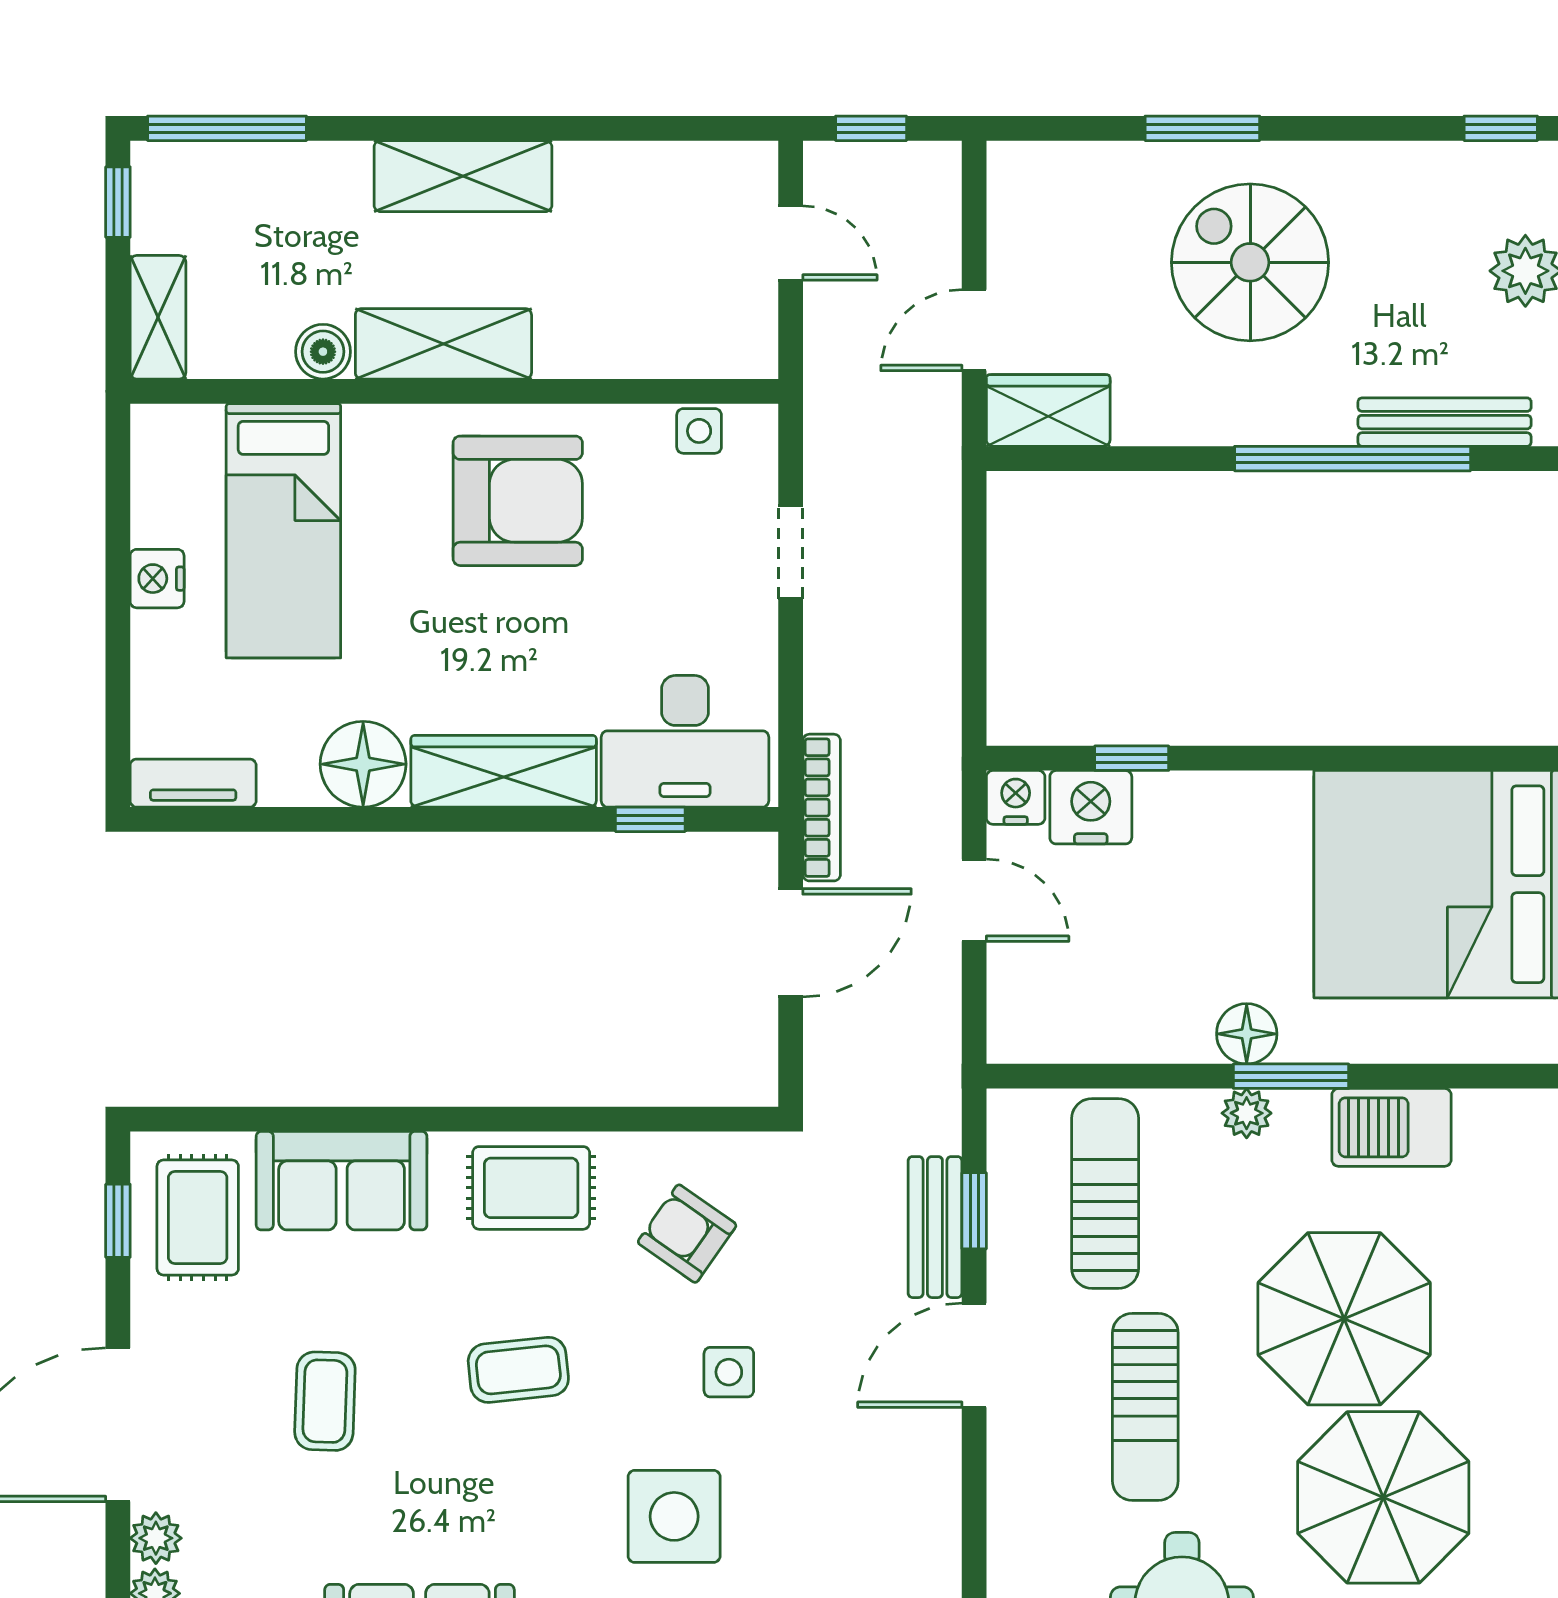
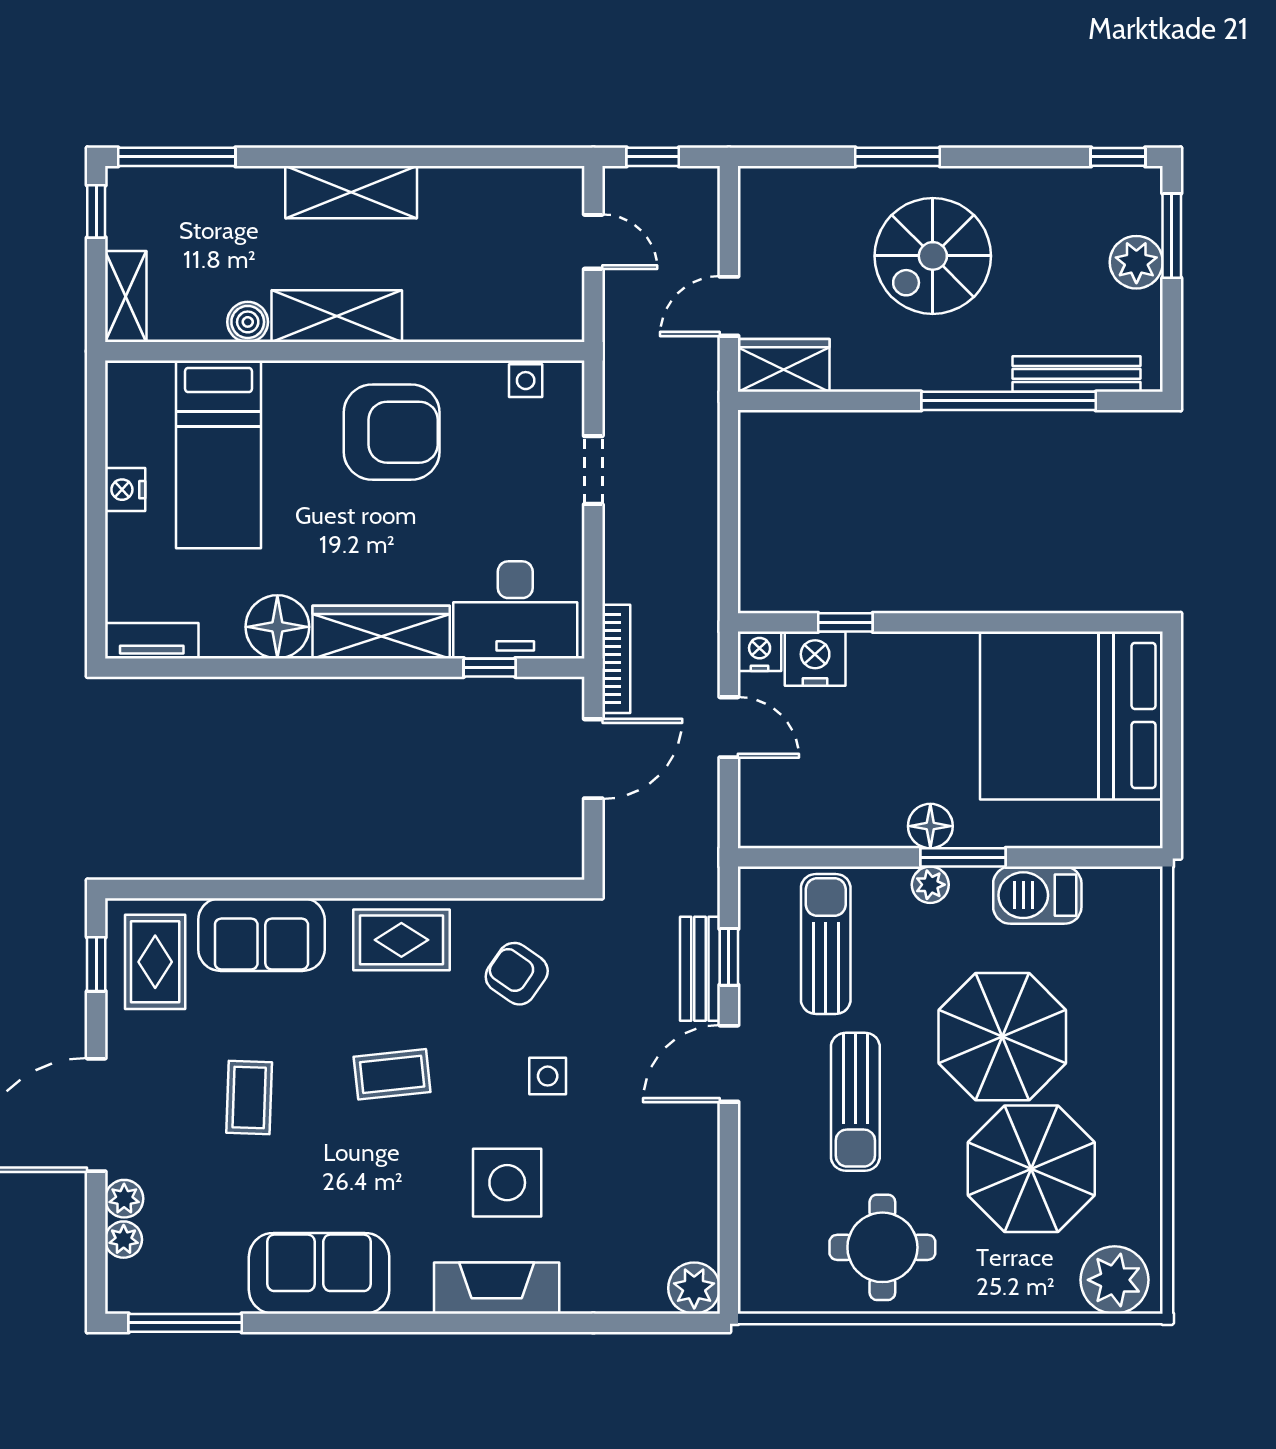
spiral stairs: (1250, 262) -> (933, 256), turned -90

